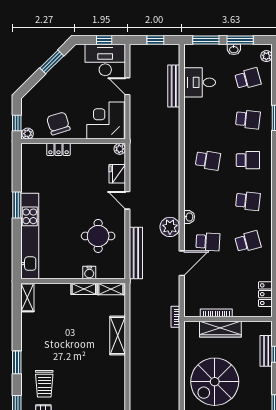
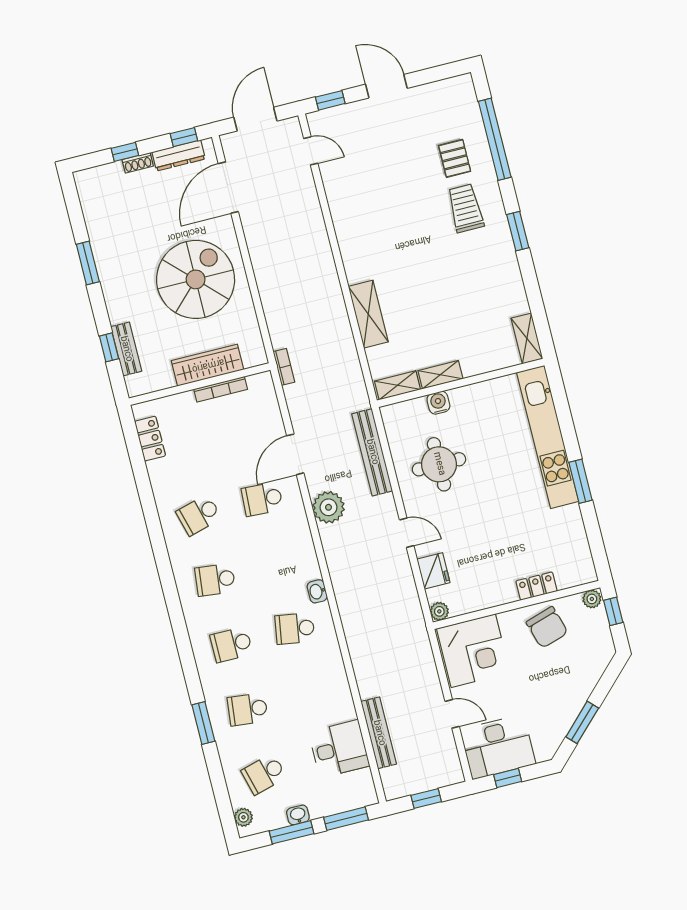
washbasin: (189, 217) -> (317, 591), moved

